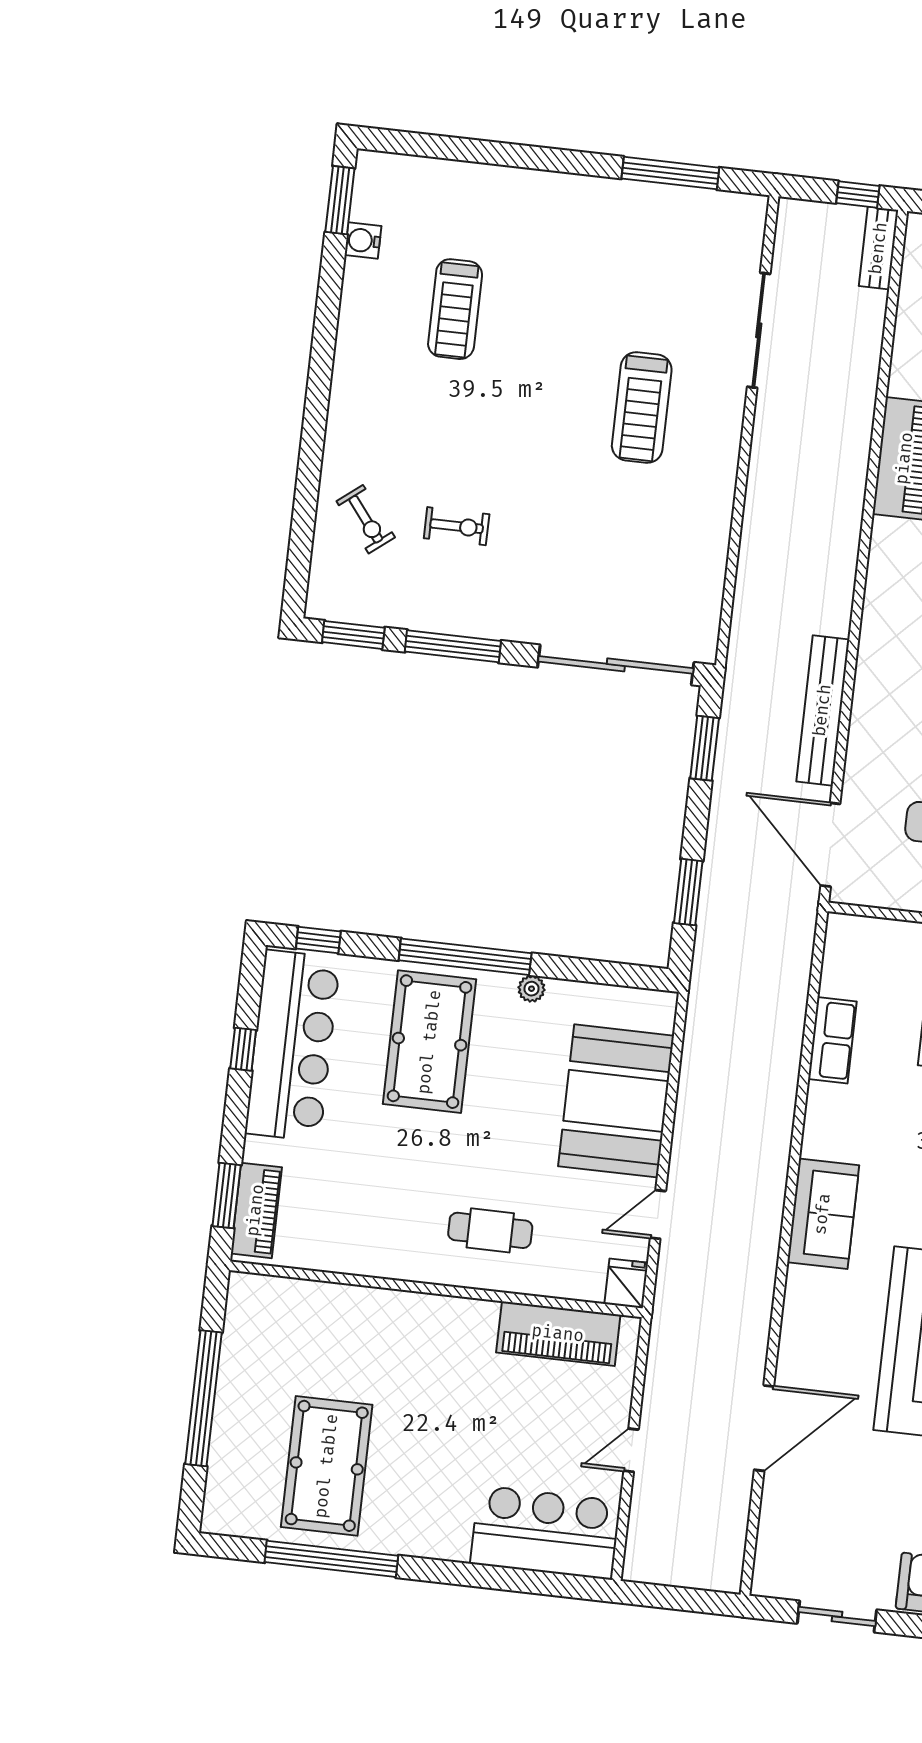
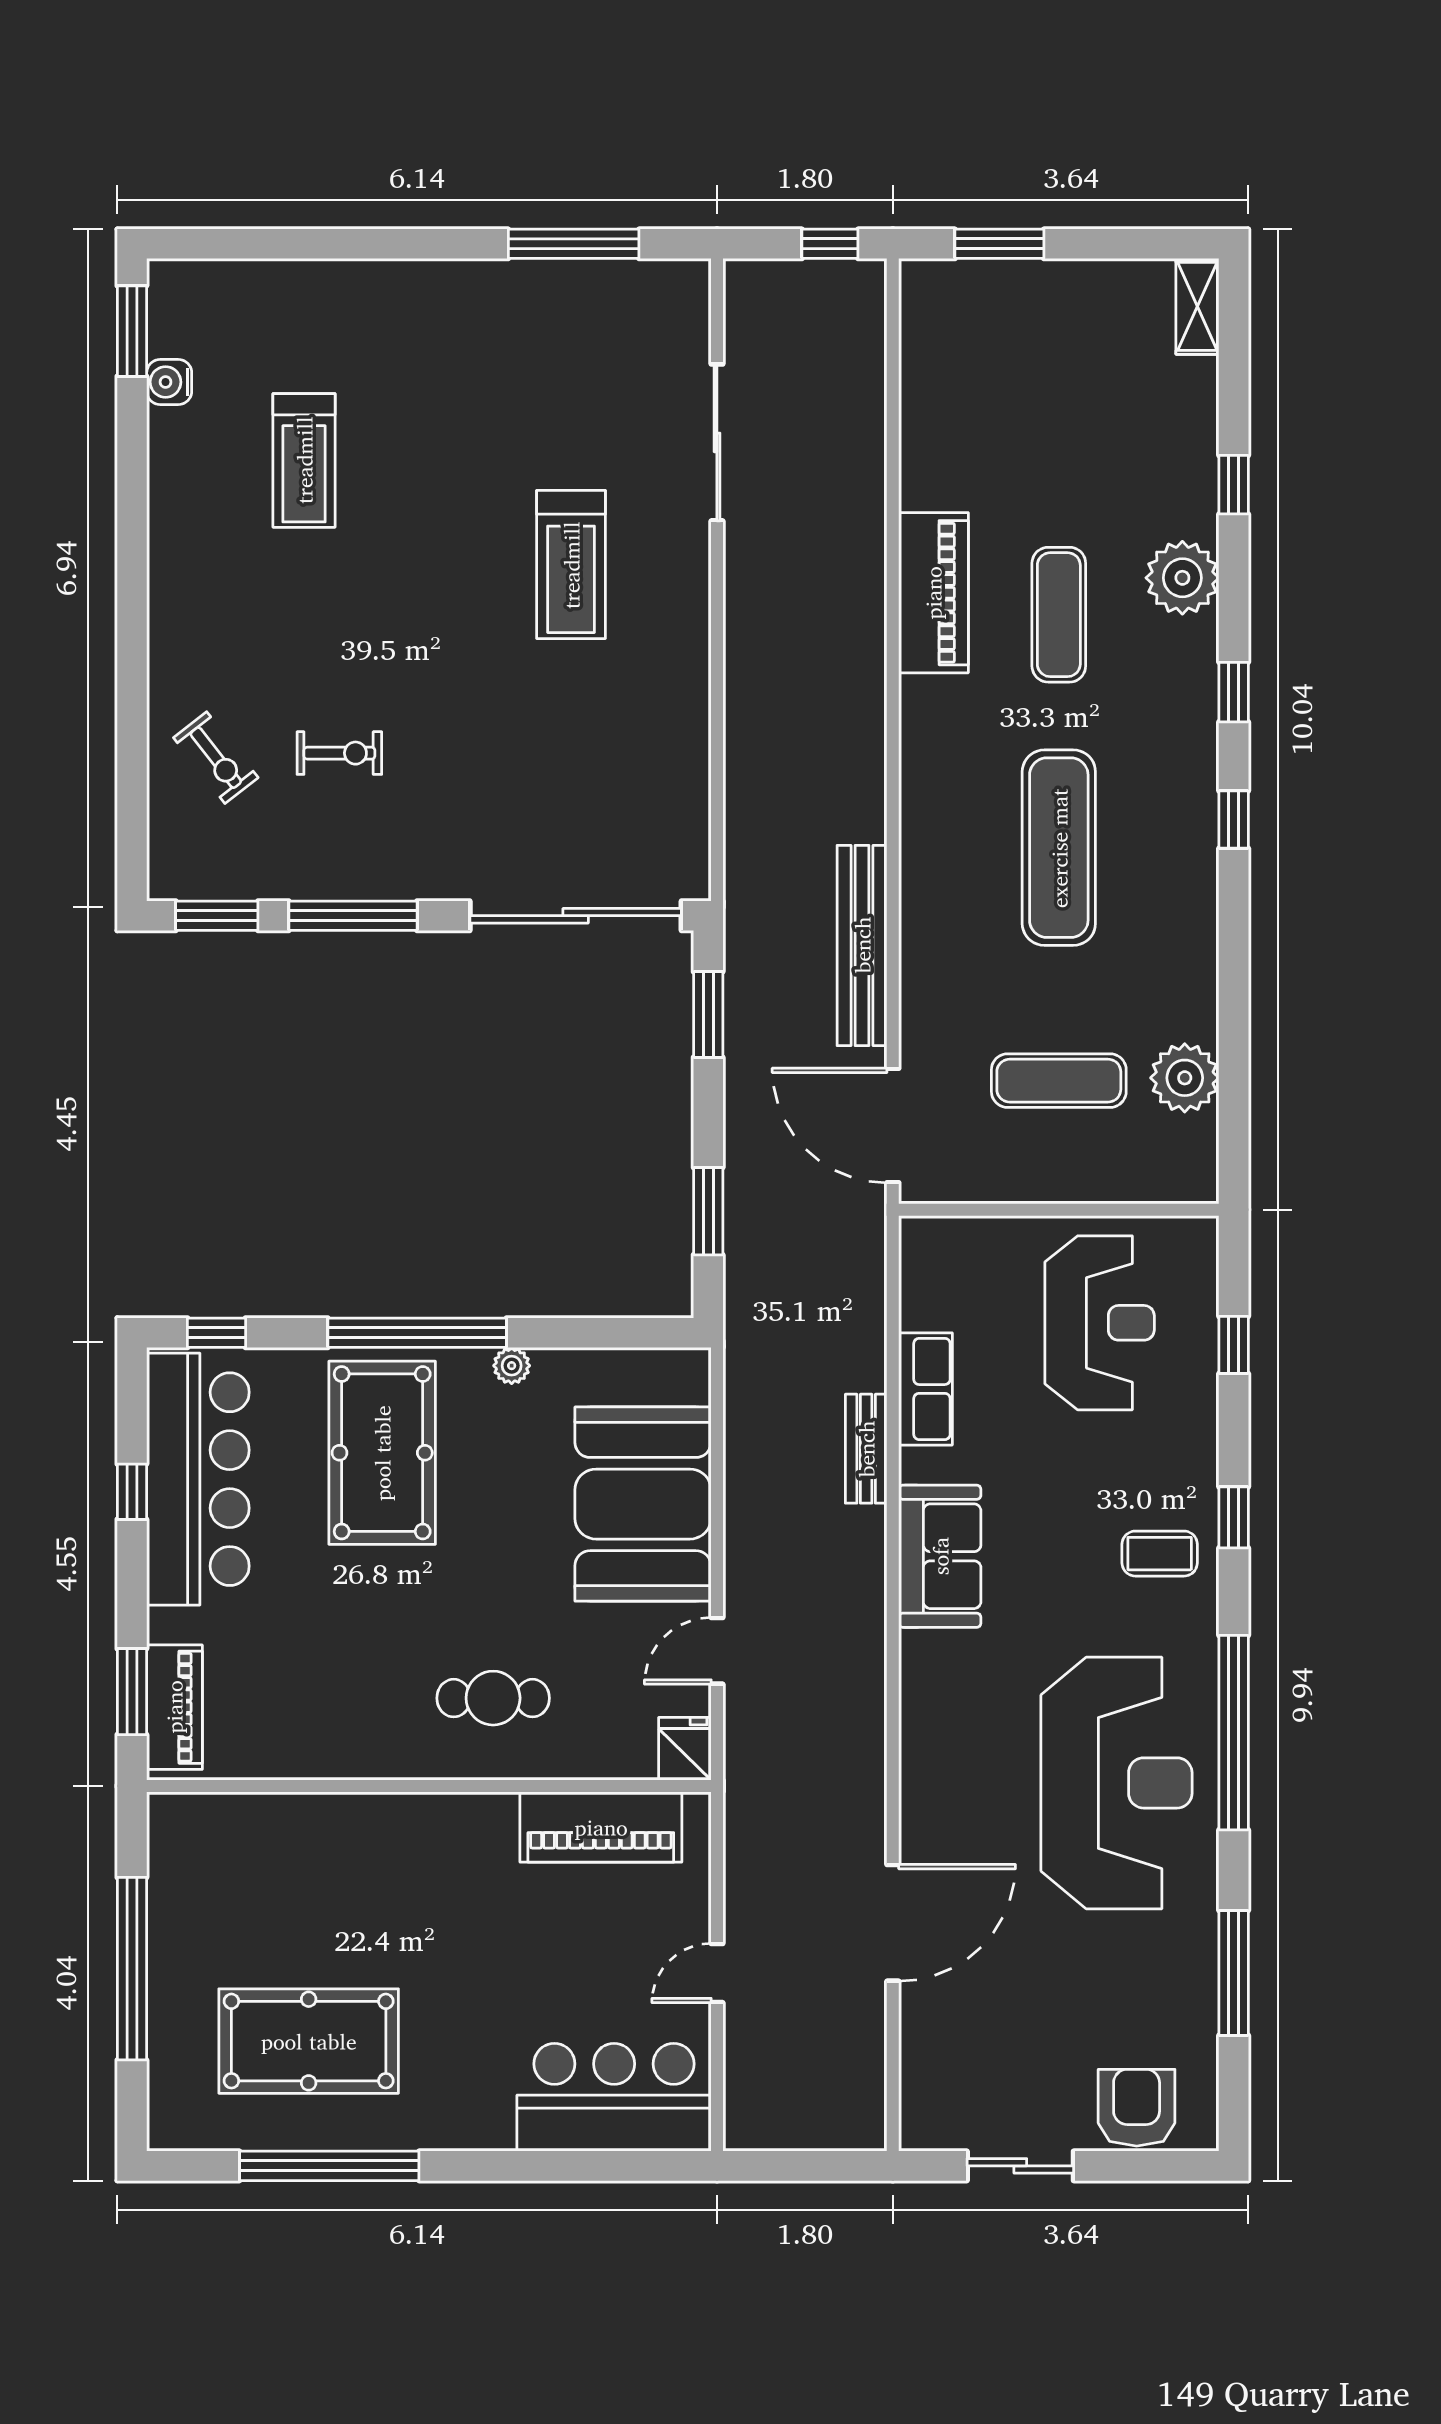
bench: (879, 248) -> (866, 1449), moved
sofa: (823, 1214) -> (940, 1556), moved
pool table: (327, 1466) -> (309, 2041), turned 90

